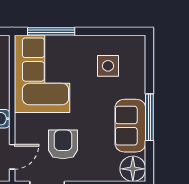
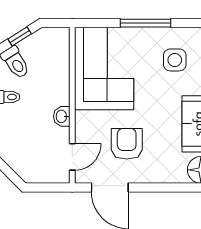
window: (51, 31) -> (145, 23), moved

